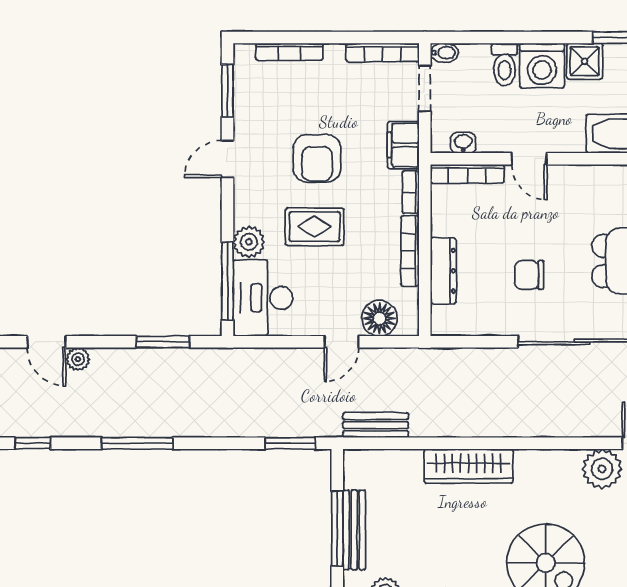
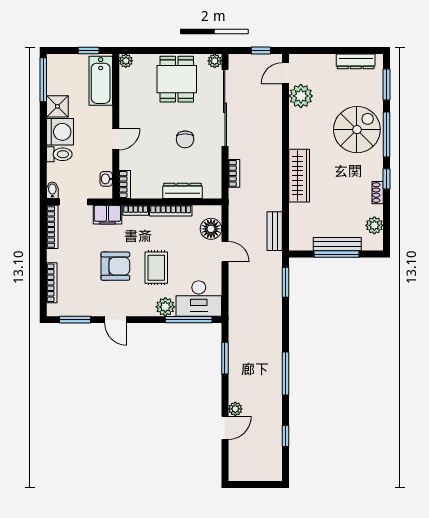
bookcase: (467, 174) -> (125, 184), width x0.64
bookcase: (472, 357) -> (234, 173), added

